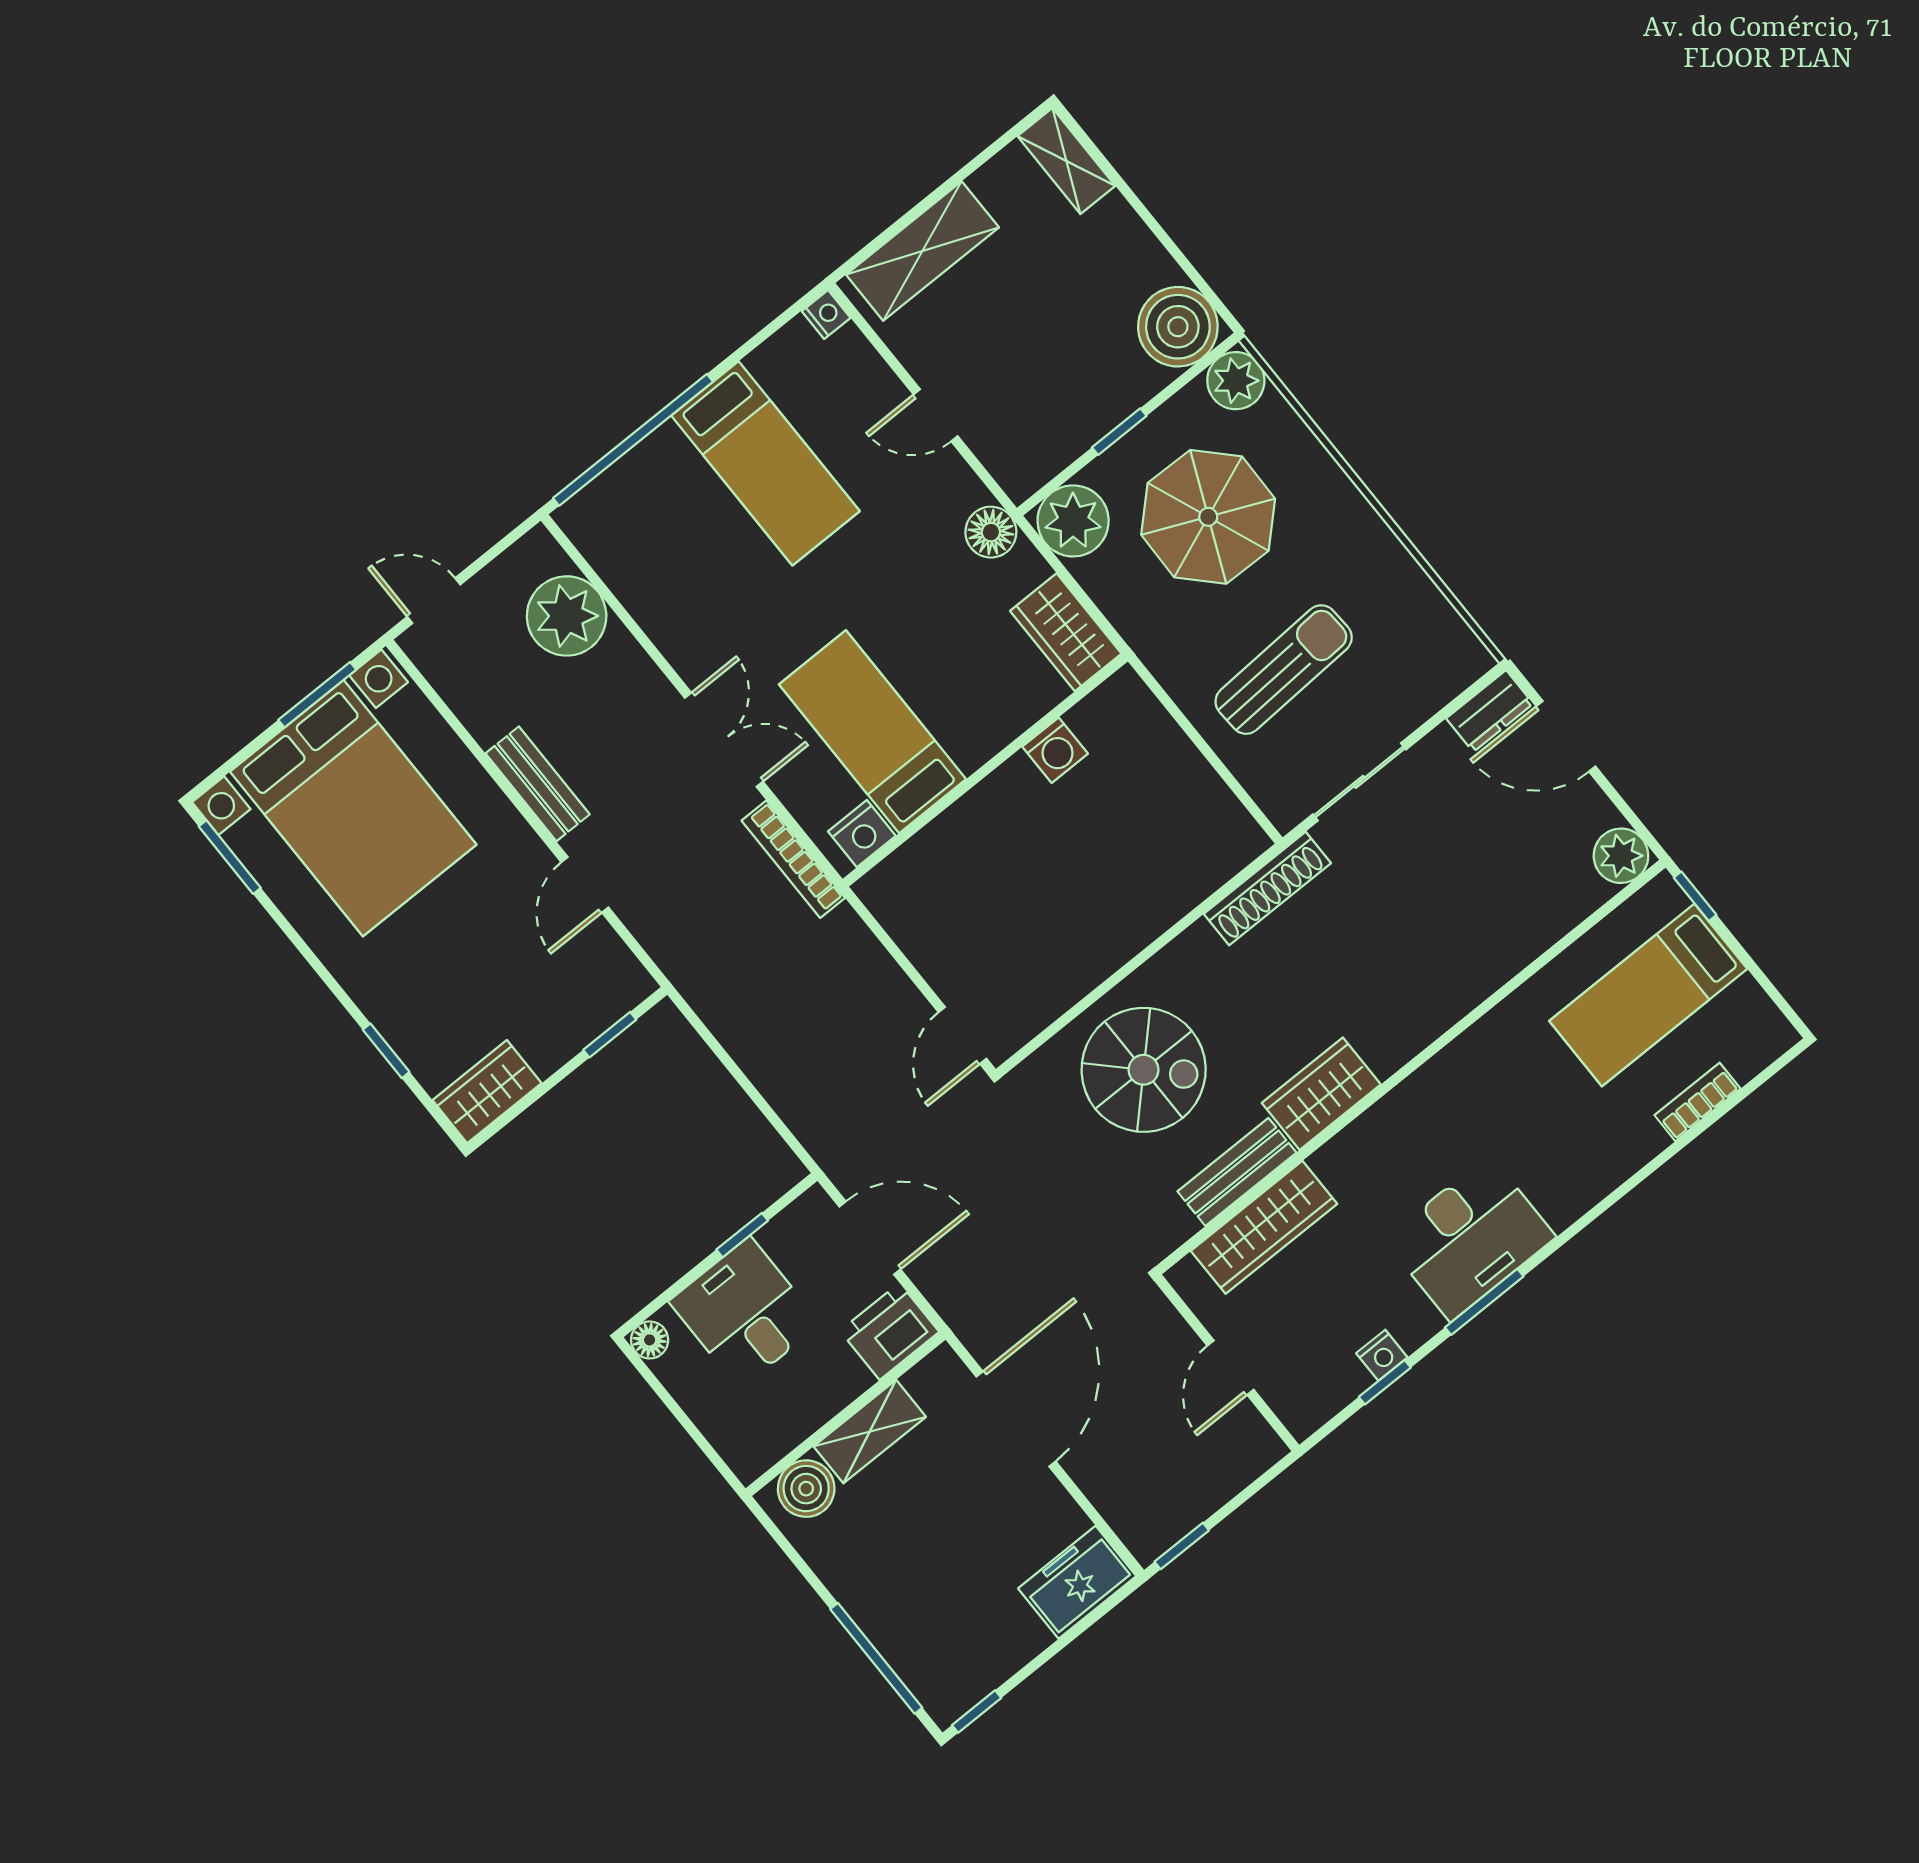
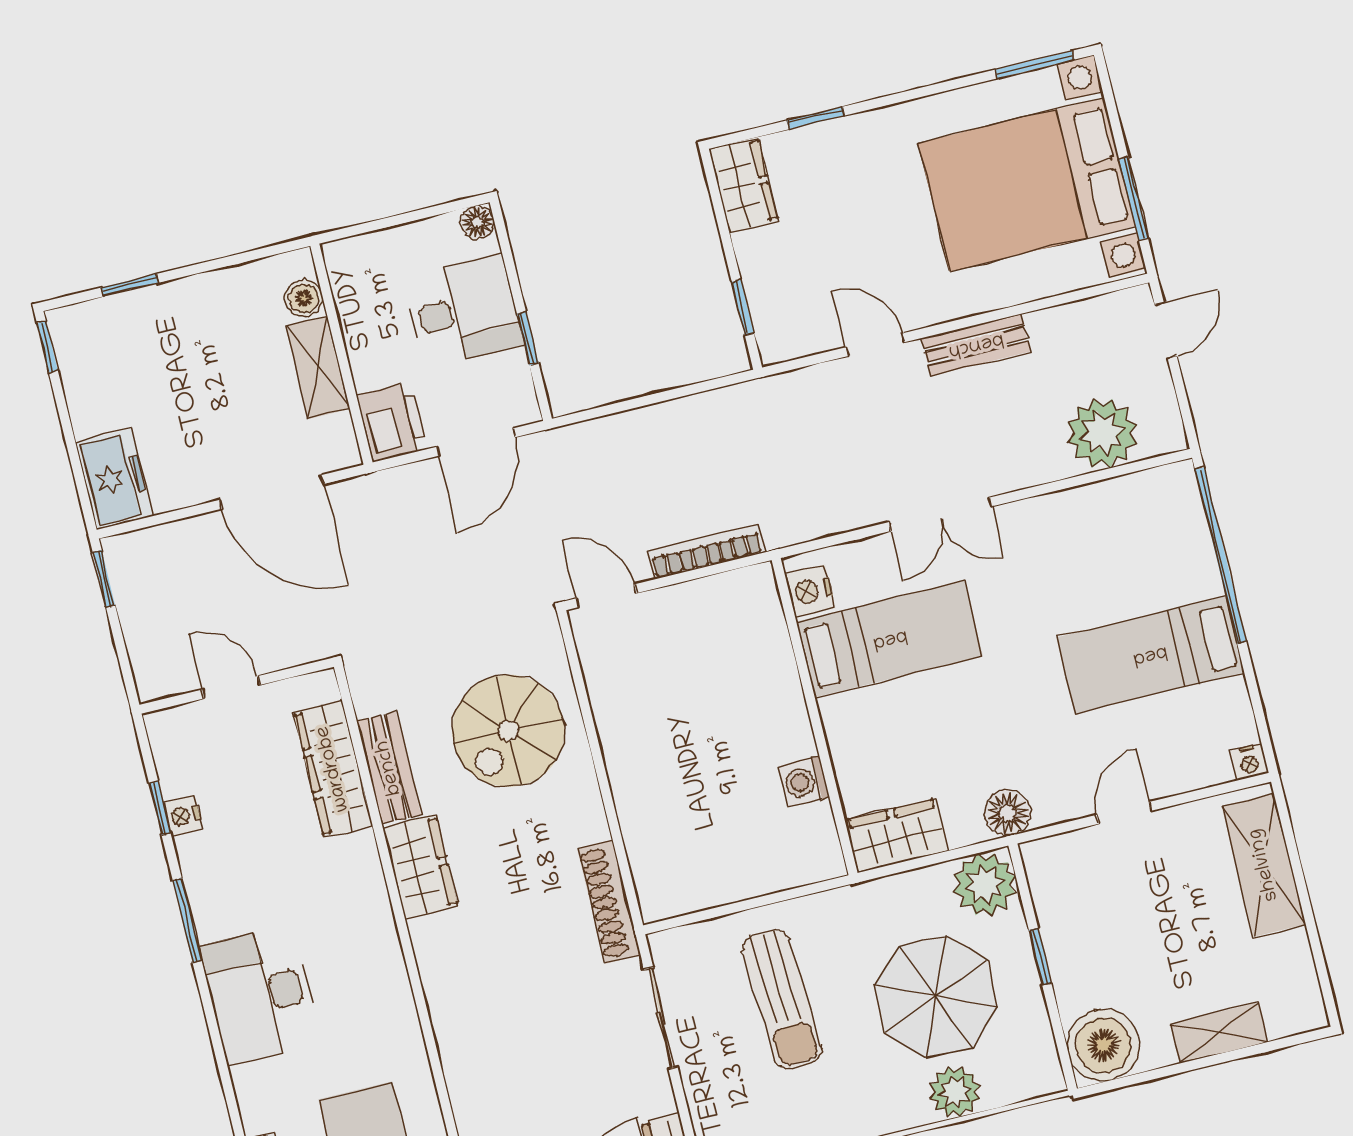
shelving: (1066, 161) -> (1219, 1033), moved
plant: (1236, 381) -> (955, 1092), moved
bookcase: (793, 859) -> (706, 552), moved
desk: (1470, 1238) -> (260, 995), moved
boiler: (806, 1489) -> (304, 298), width x0.73, depth x0.73
window: (876, 1658) -> (130, 285), width x0.46

